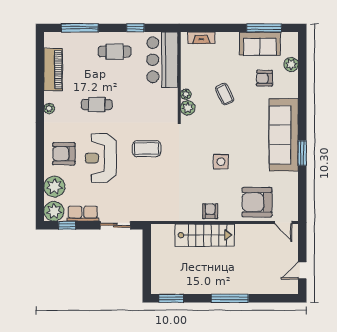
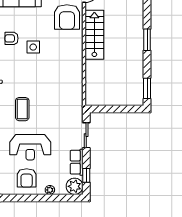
plant: (54, 187) -> (50, 190), width x0.53, depth x0.53
armchair: (210, 211) -> (12, 38), moved
stairs: (205, 235) -> (94, 35), moved
window: (230, 298) -> (147, 40), width x0.69

